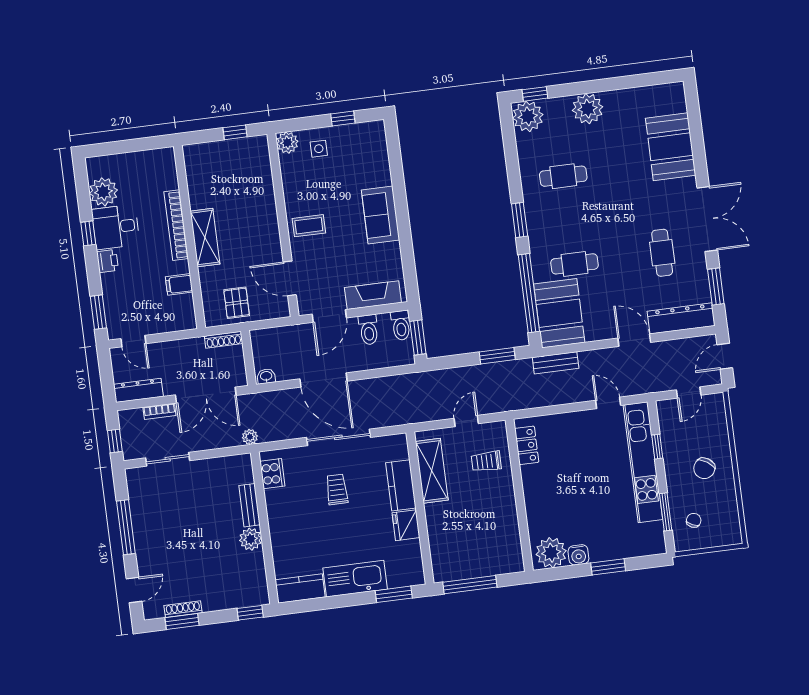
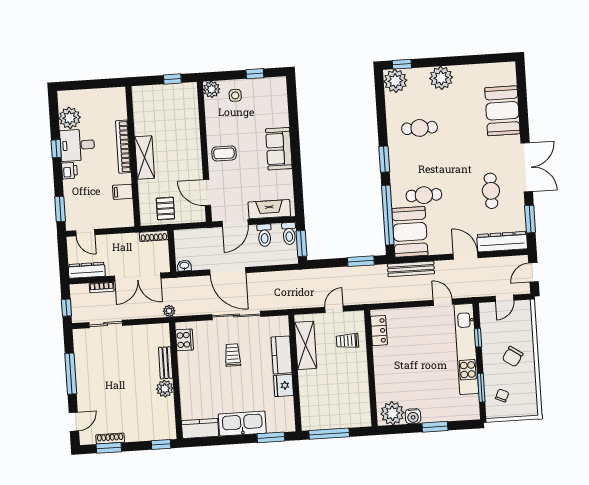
bench: (556, 363) -> (411, 269), width x1.36

